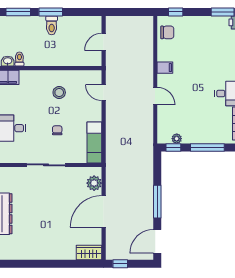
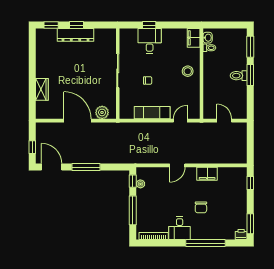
chair: (167, 32) -> (201, 207), moved
filing cabinet: (165, 68) -> (207, 174), width x2.00
stool: (59, 93) -> (188, 71), moved
exam couch: (94, 142) -> (152, 113), moved
wardrobe: (89, 253) -> (42, 89), moved
window: (120, 264) -> (32, 147), moved

